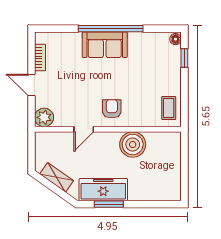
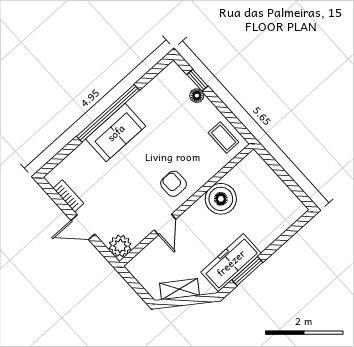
floor lamp: (176, 39) -> (197, 96), moved

